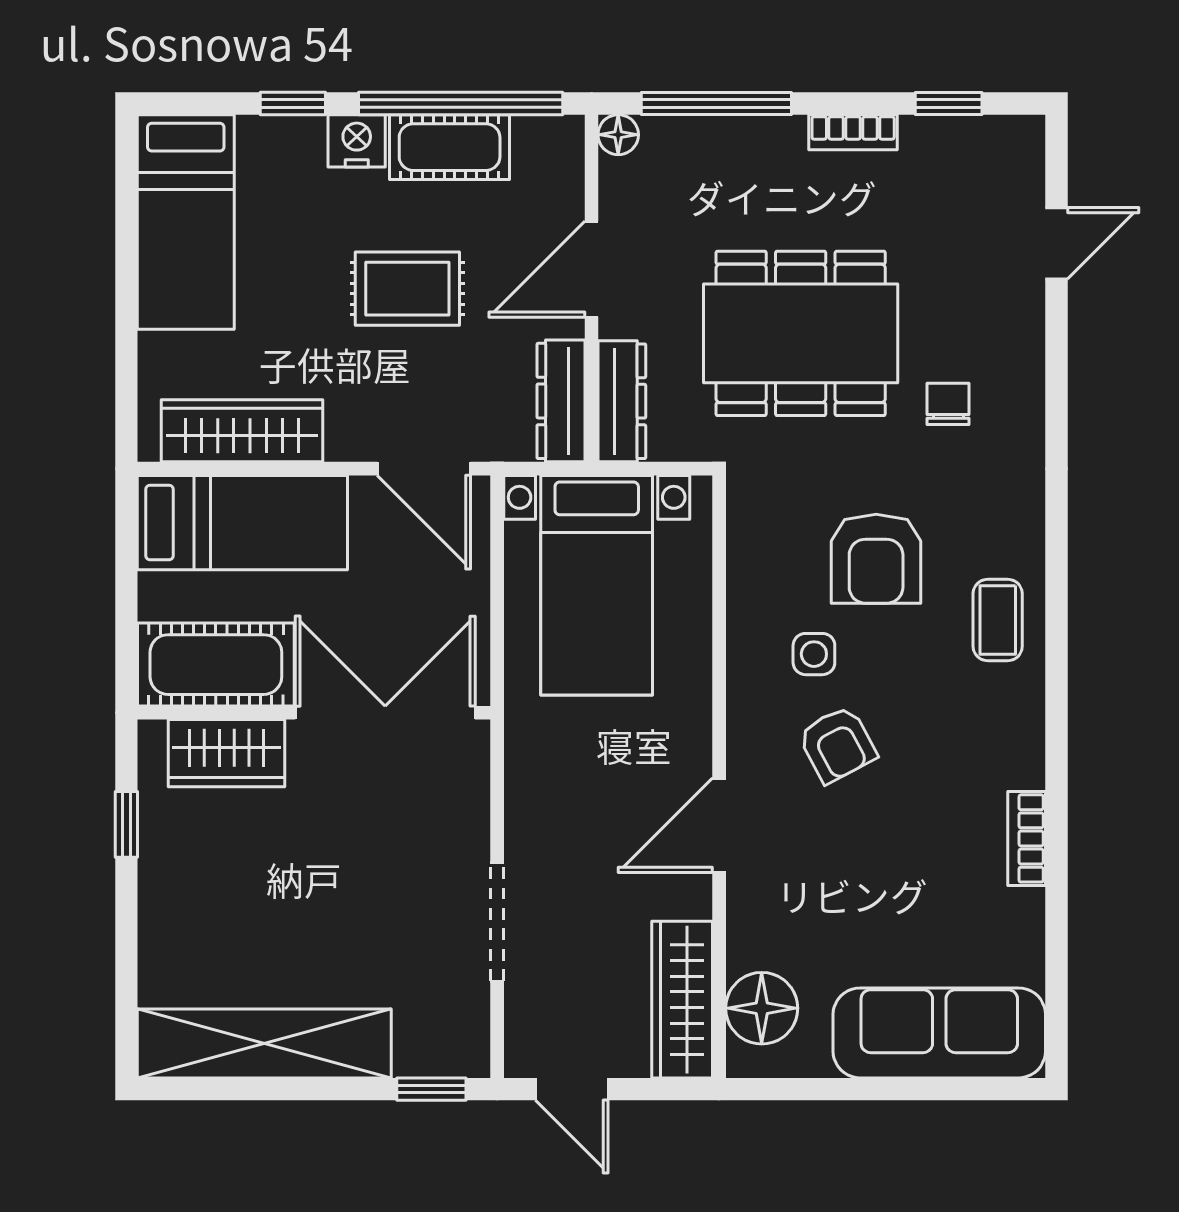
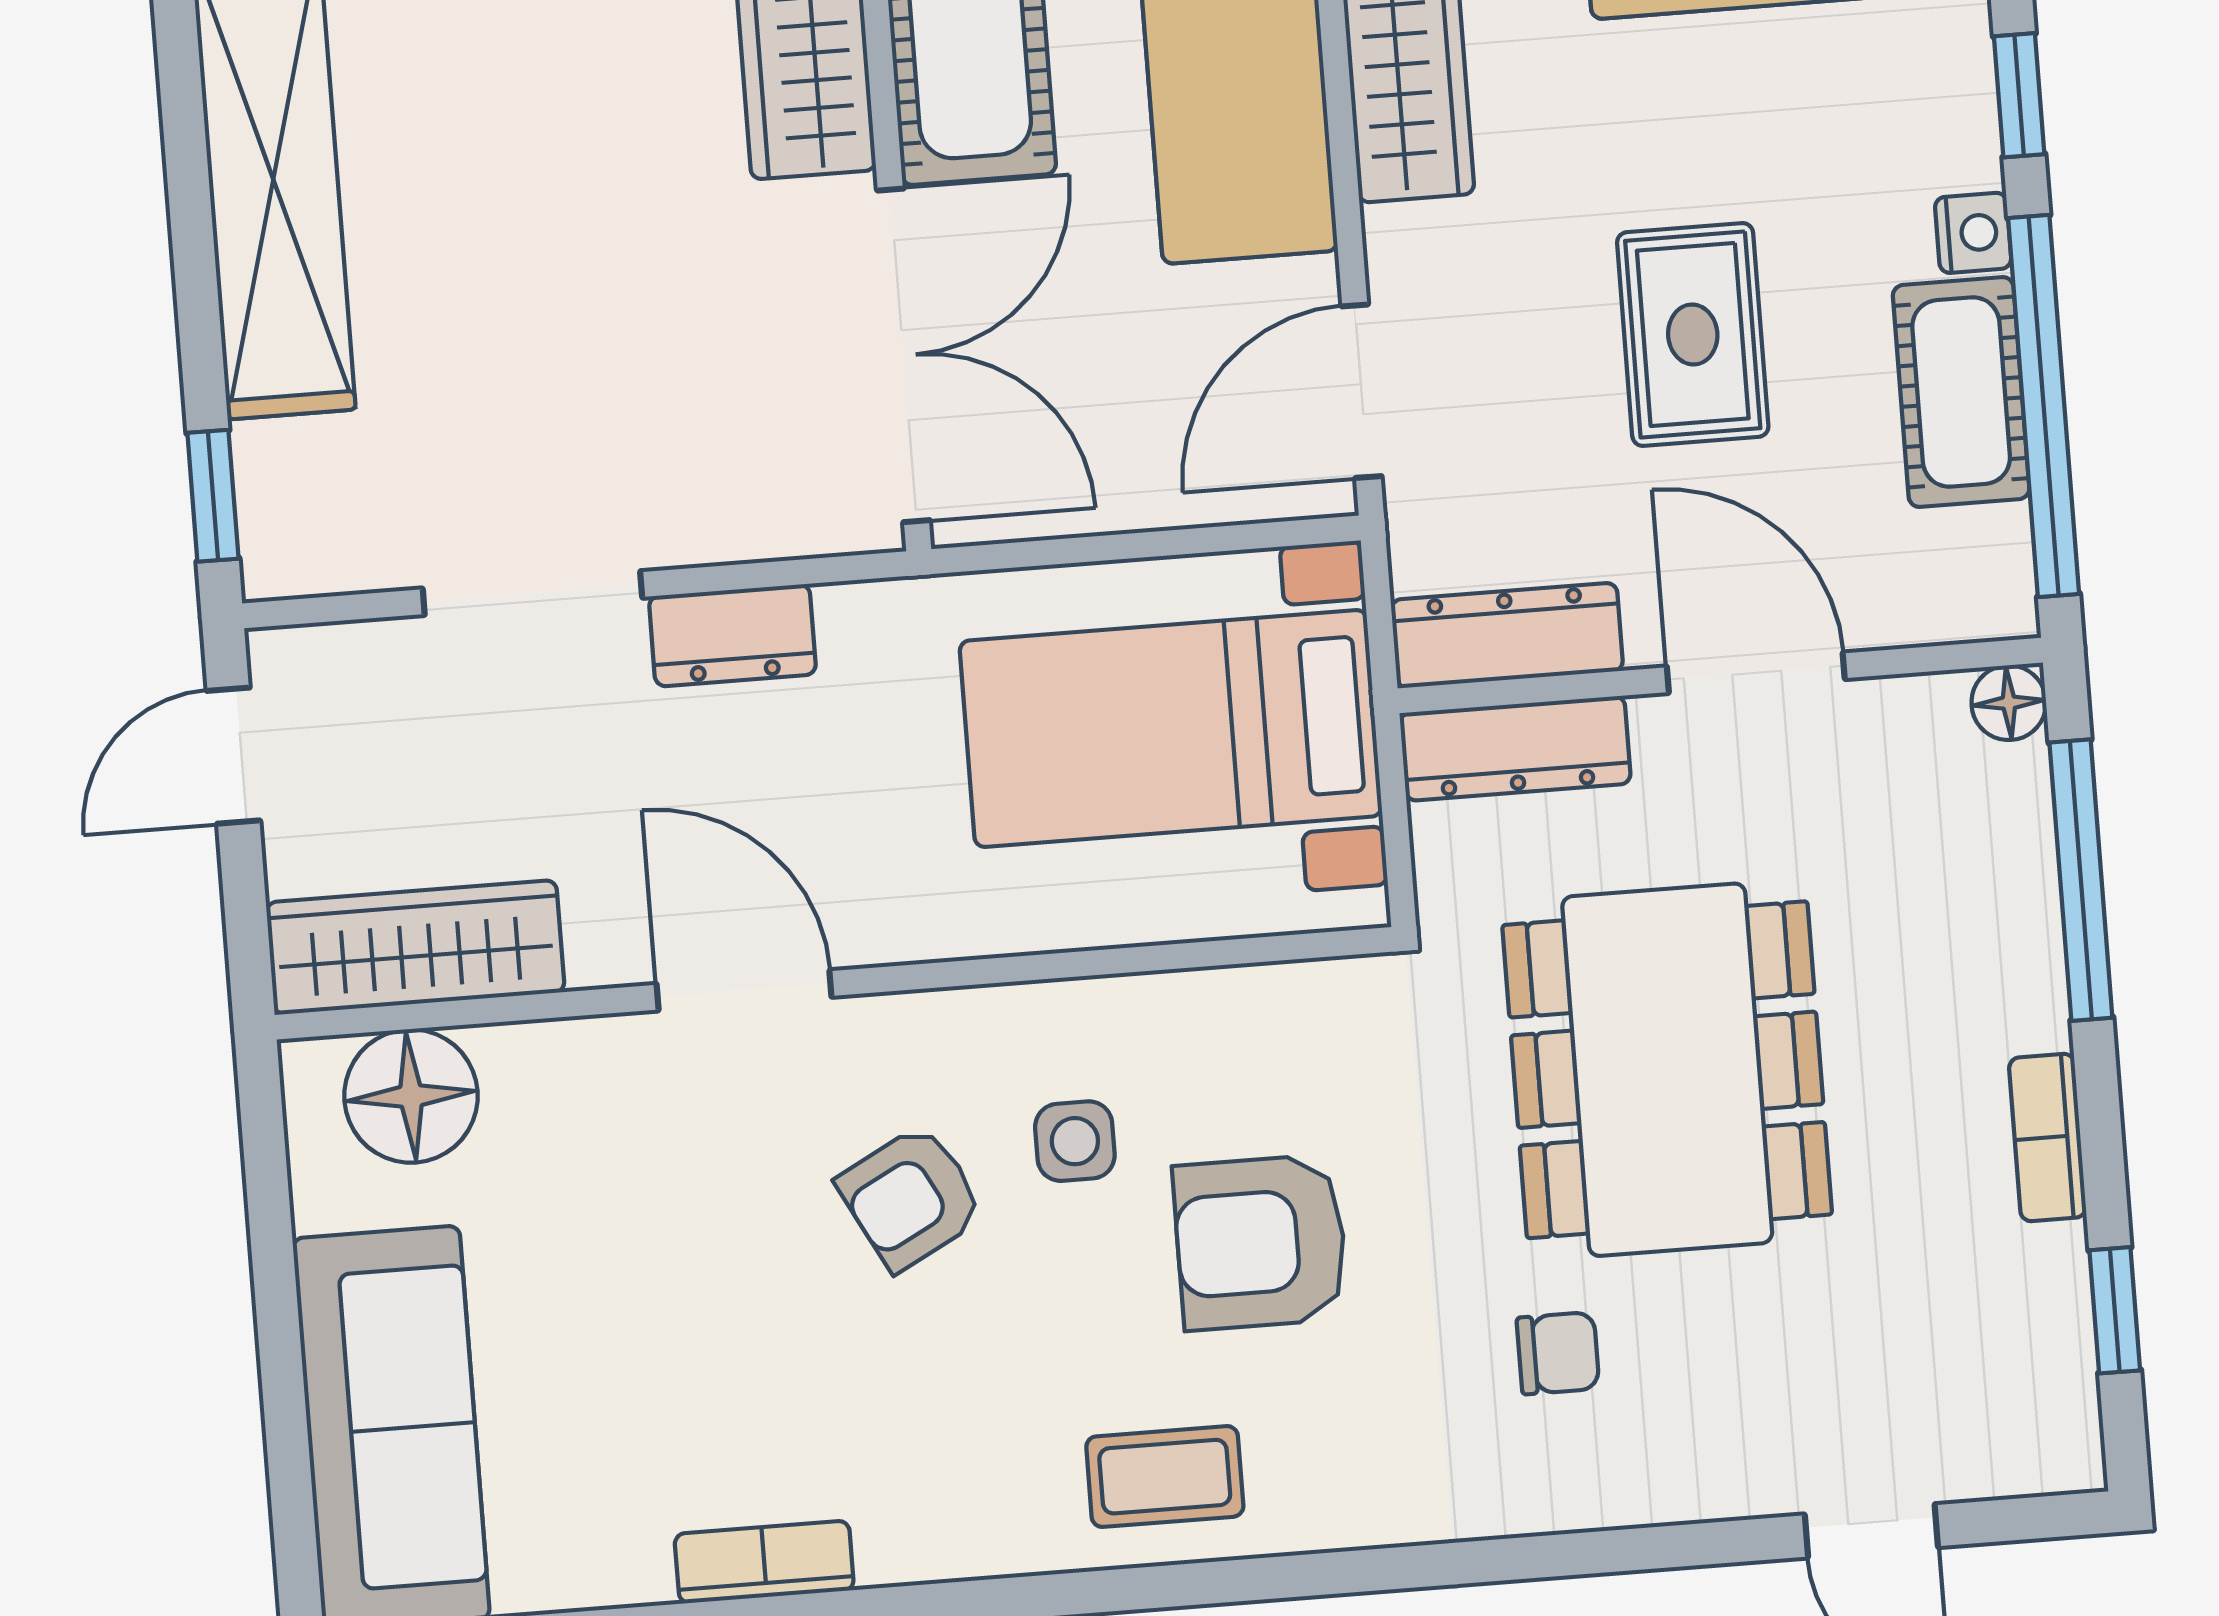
nightstand: (357, 141) -> (1973, 233), width x0.72, depth x0.74
dresser: (528, 816) -> (732, 635), added

